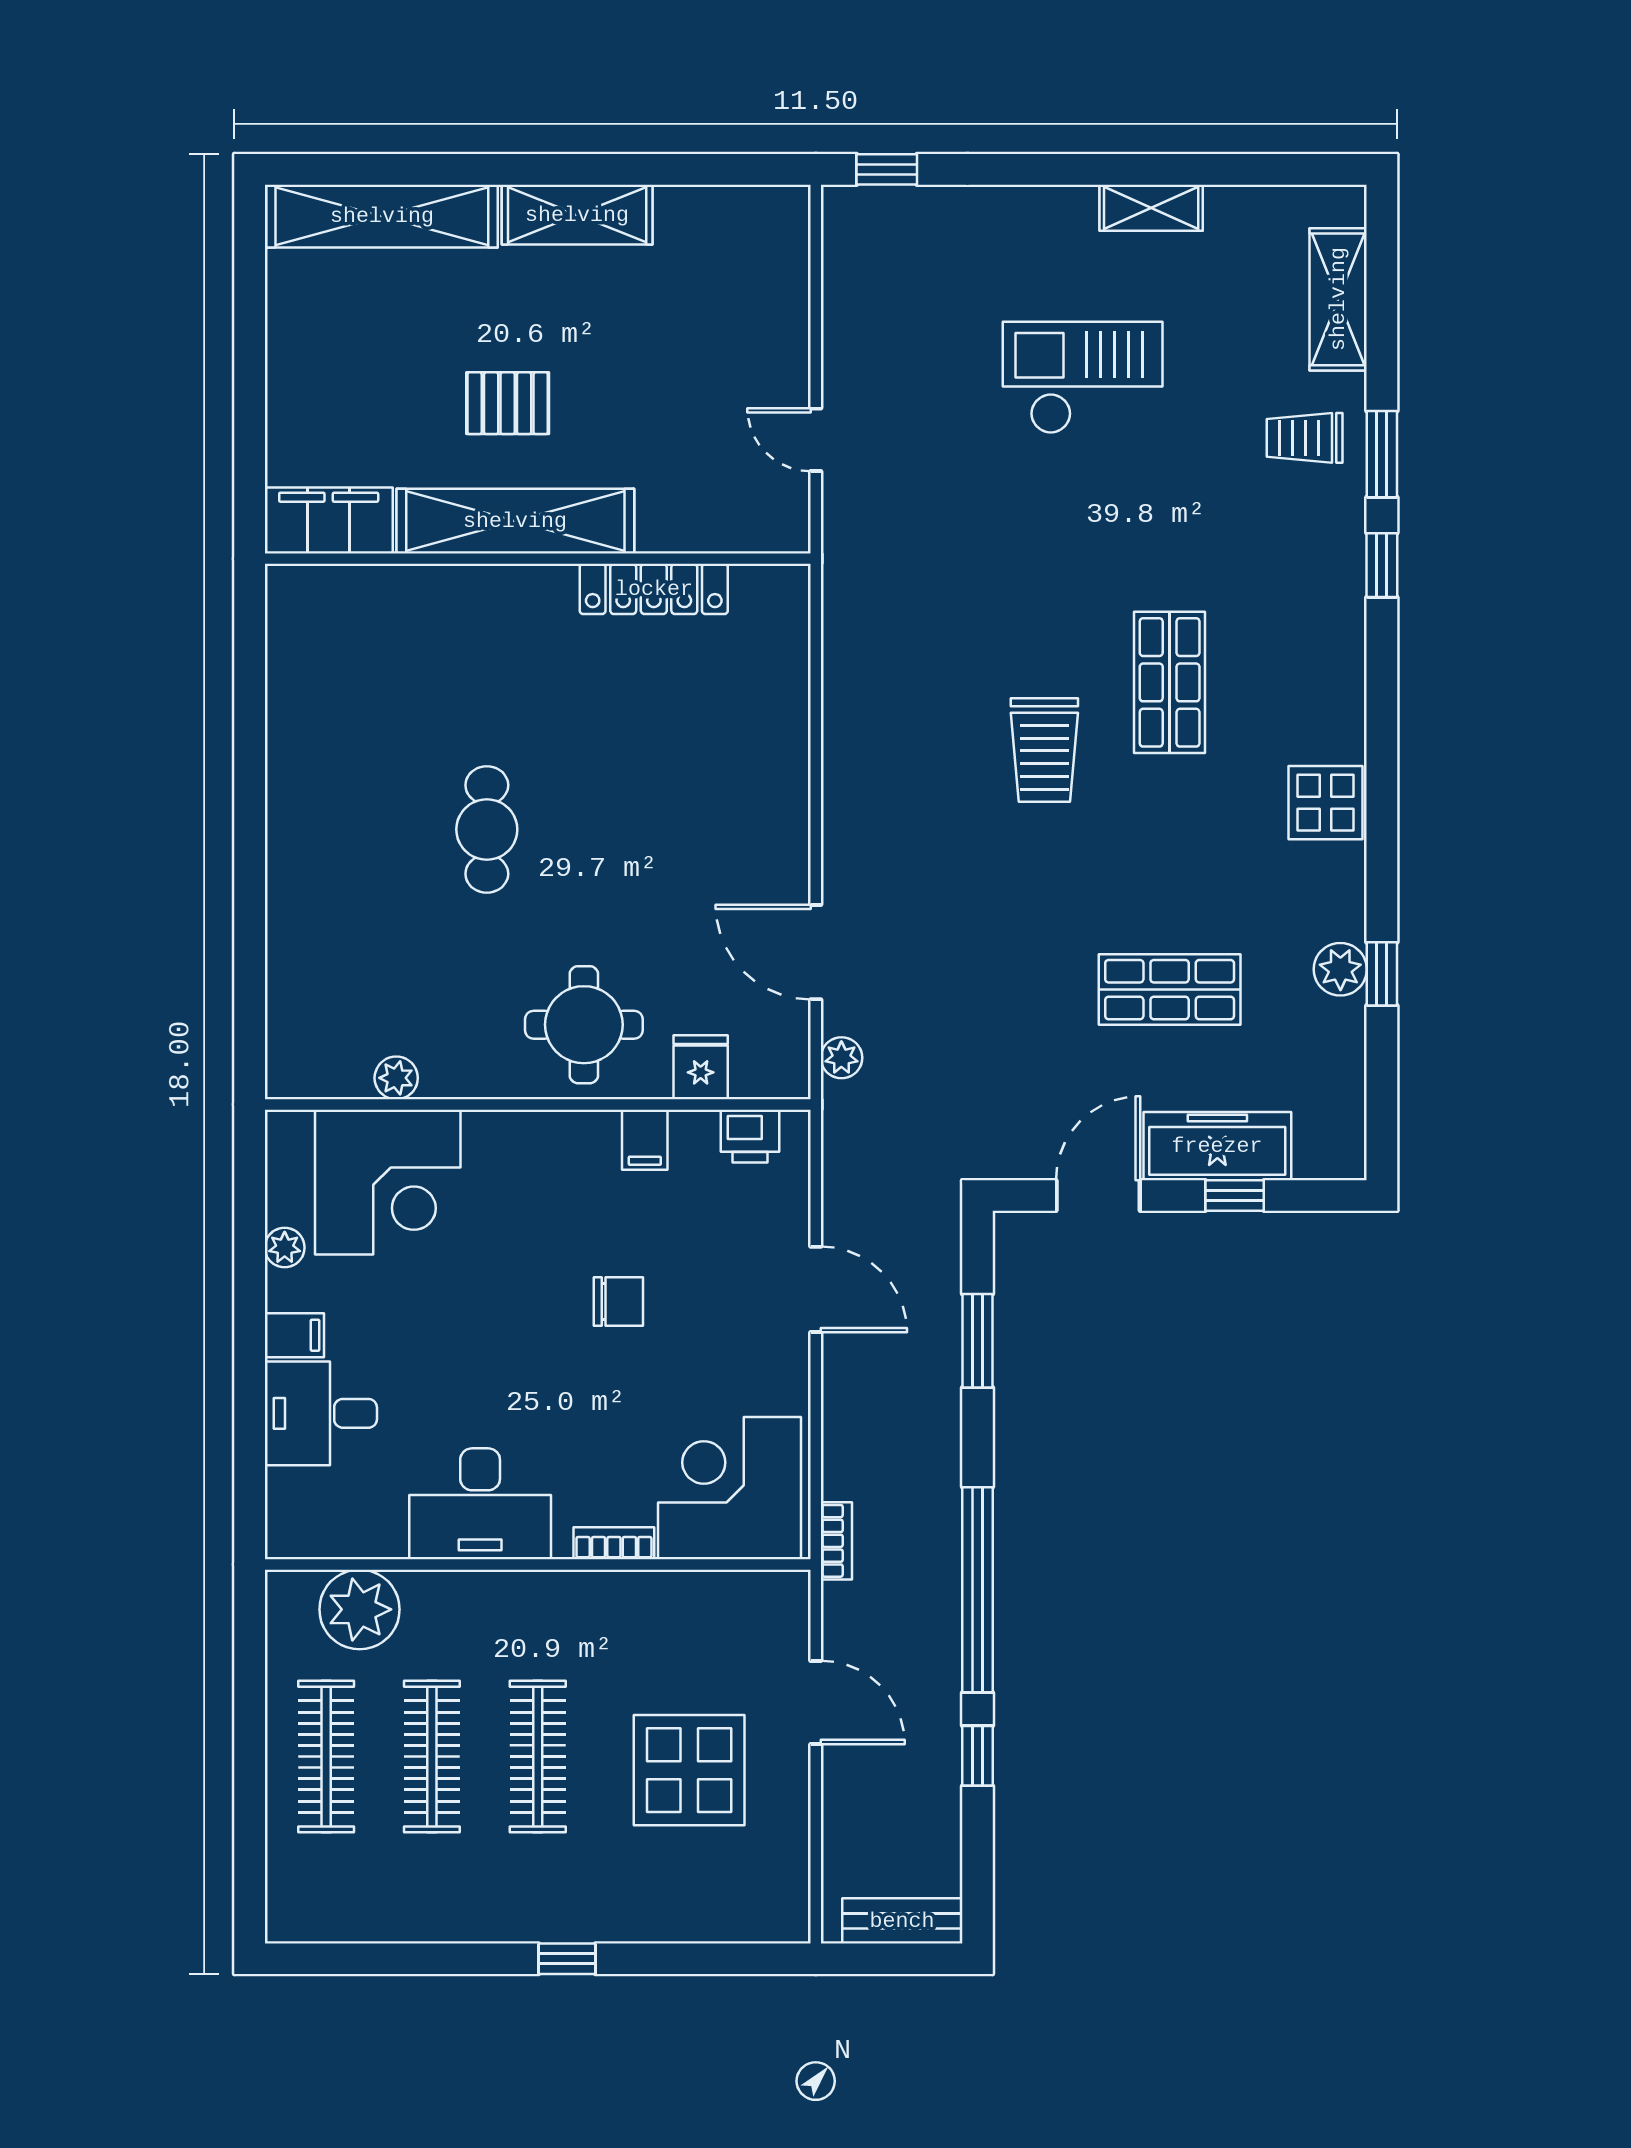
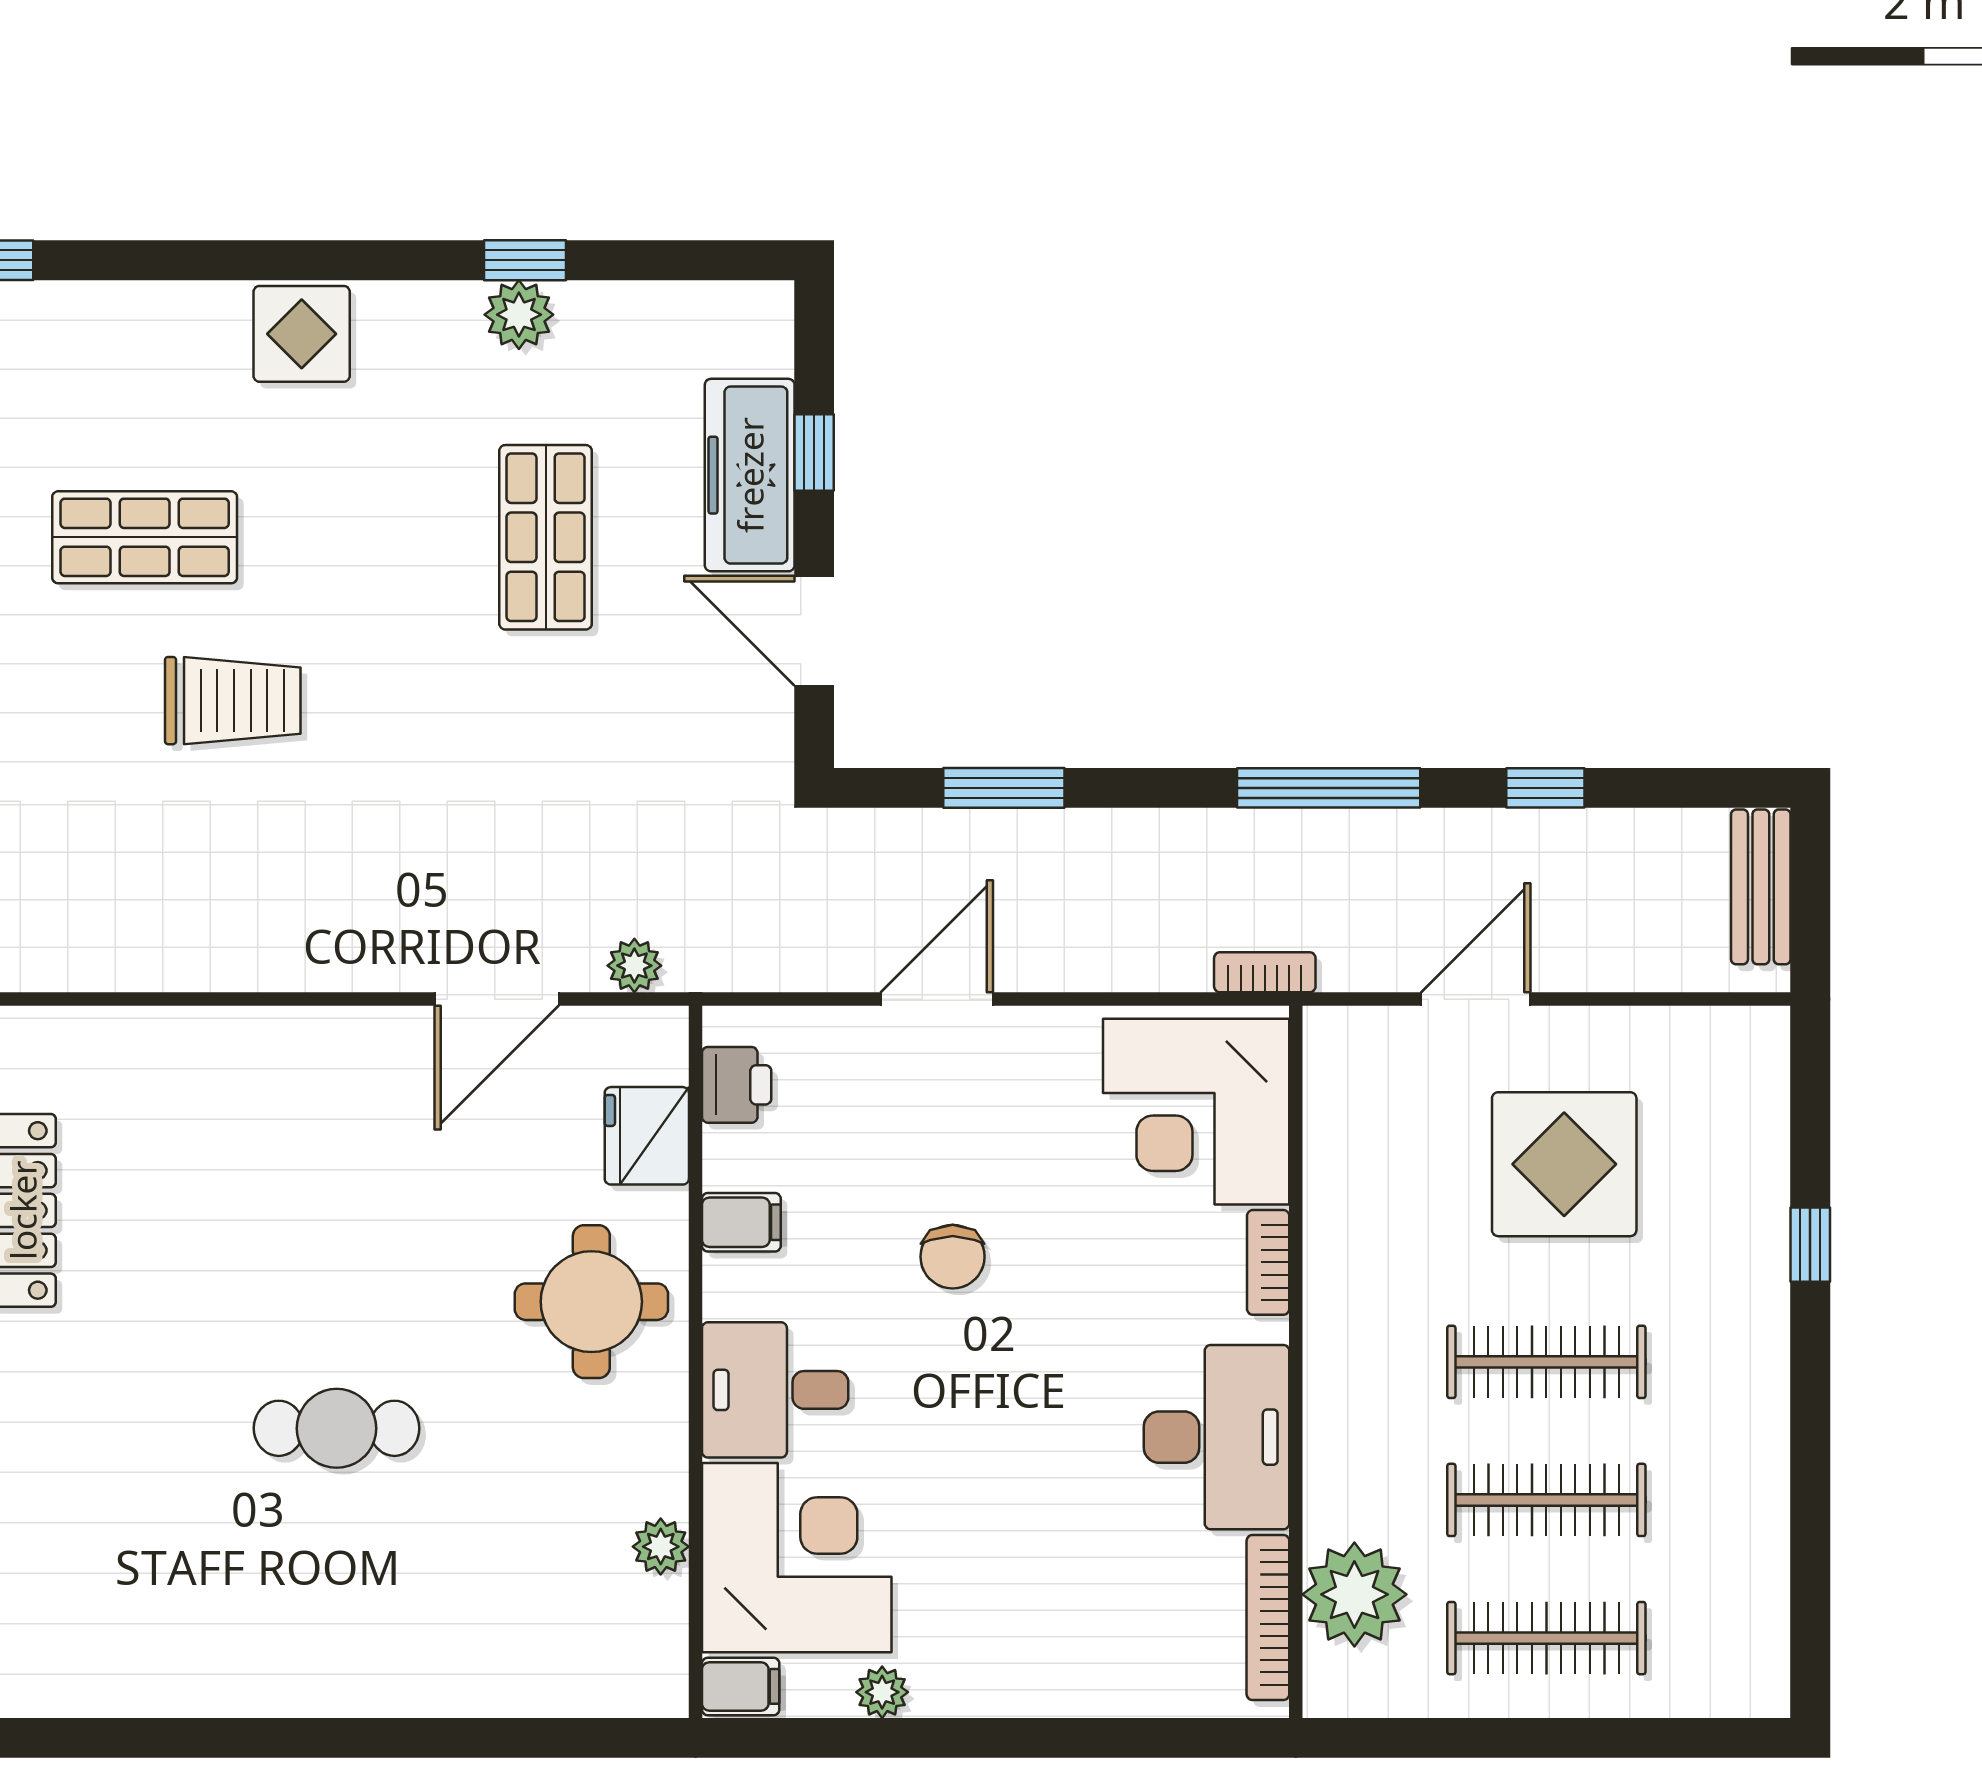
fridge: (701, 1067) -> (647, 1136), width x1.38
chair: (618, 1301) -> (953, 1257), turned 180
filing cabinet: (294, 1335) -> (741, 1686), moved, turned 90
desk: (321, 1413) -> (775, 1390), moved, turned 90
bookcase: (342, 1543) -> (1268, 1617), added
window: (978, 1590) -> (1329, 788), width x0.68
window: (567, 1959) -> (1810, 1245), moved

